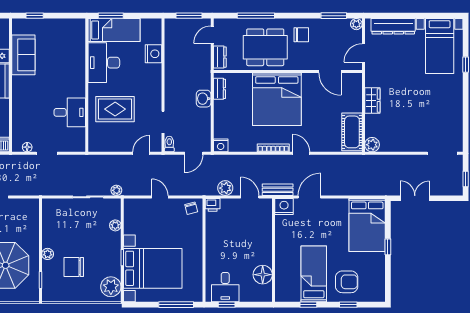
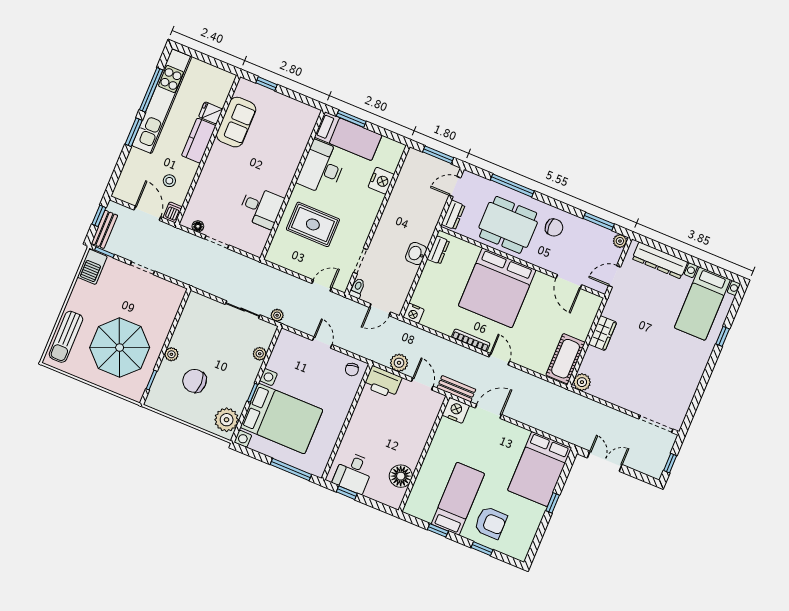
printer: (213, 205) -> (383, 382), width x1.87, depth x1.48

